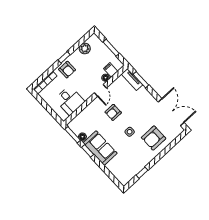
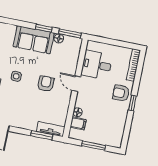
plant: (85, 48) -> (119, 126), removed
door: (100, 90) -> (76, 84), moved

